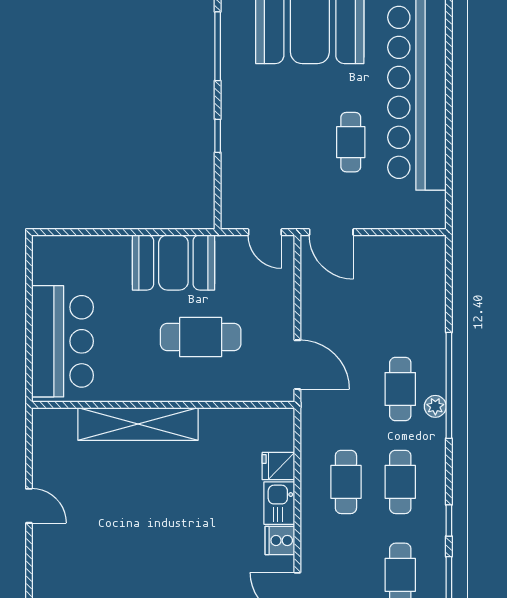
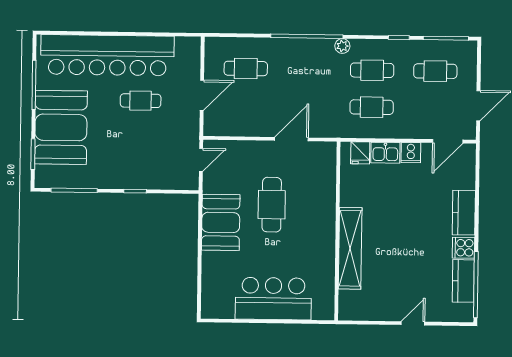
door: (331, 232) -> (202, 95), moved
cafe table: (400, 389) -> (246, 68), moved
wall: (163, 405) -> (337, 231), moved
plant: (435, 406) -> (342, 46), moved
shelving: (138, 424) -> (350, 248), moved
door: (29, 506) -> (413, 323), moved

